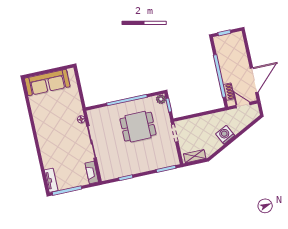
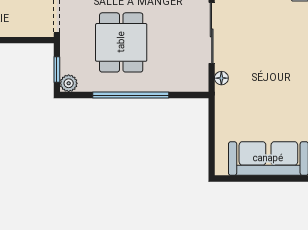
dining table: (138, 127) -> (121, 42), turned 90

